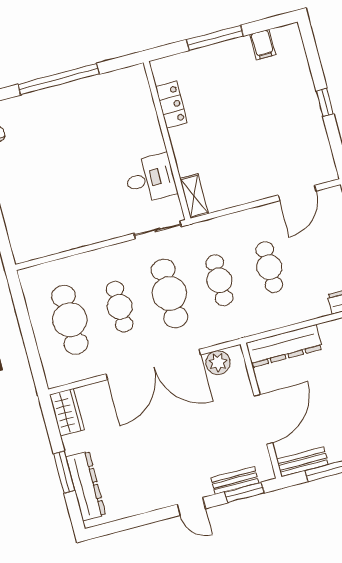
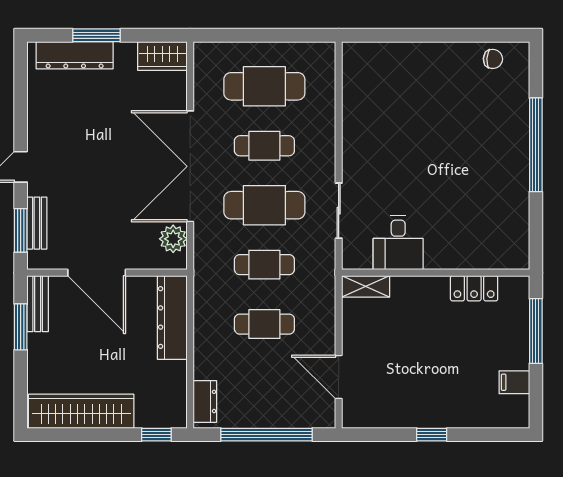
locker: (172, 105) -> (474, 288), moved
wall: (167, 140) -> (436, 273), moved
desk: (150, 178) -> (398, 243), moved
shelving: (194, 196) -> (366, 286), moved

